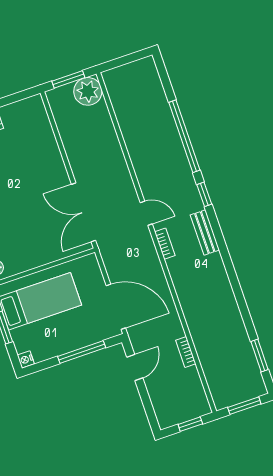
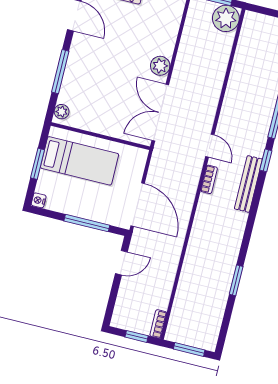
plant: (57, 171) -> (160, 66), added
bench: (205, 233) -> (248, 184), width x1.36
bookcase: (186, 352) -> (158, 324), moved
window: (259, 355) -> (236, 280), moved

